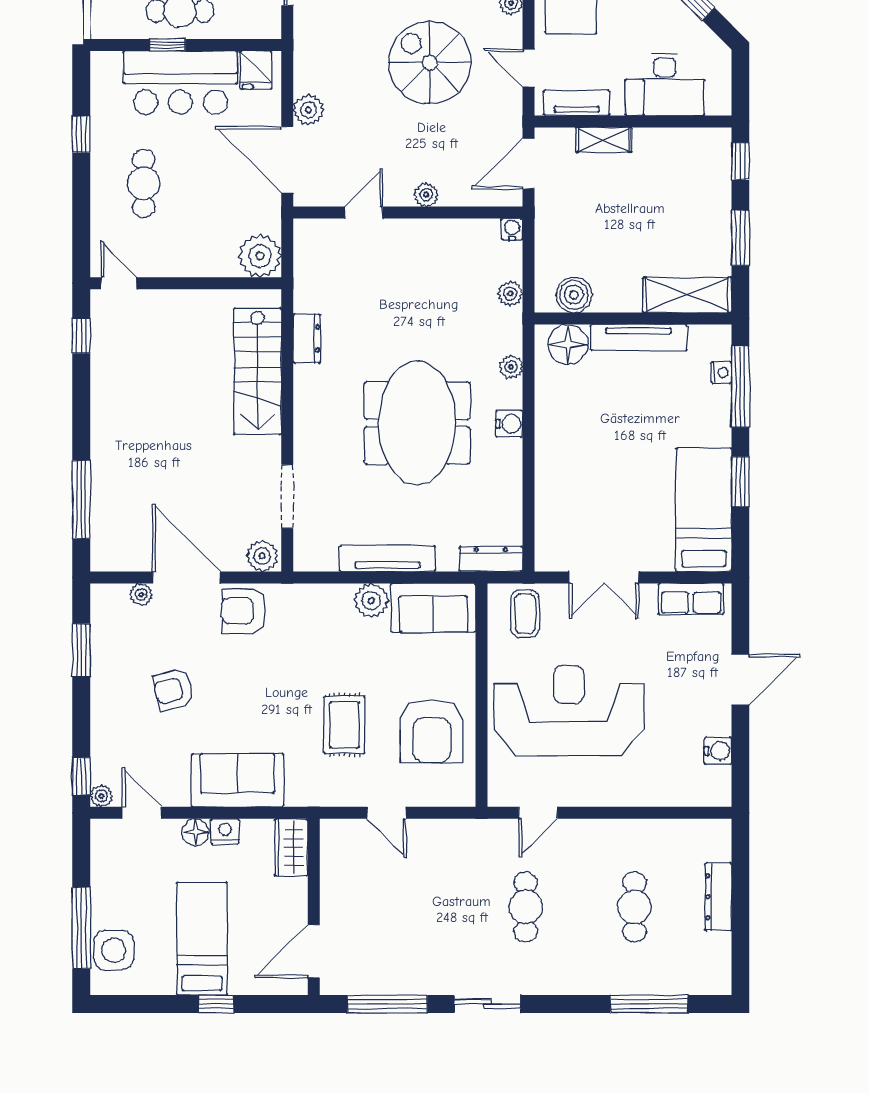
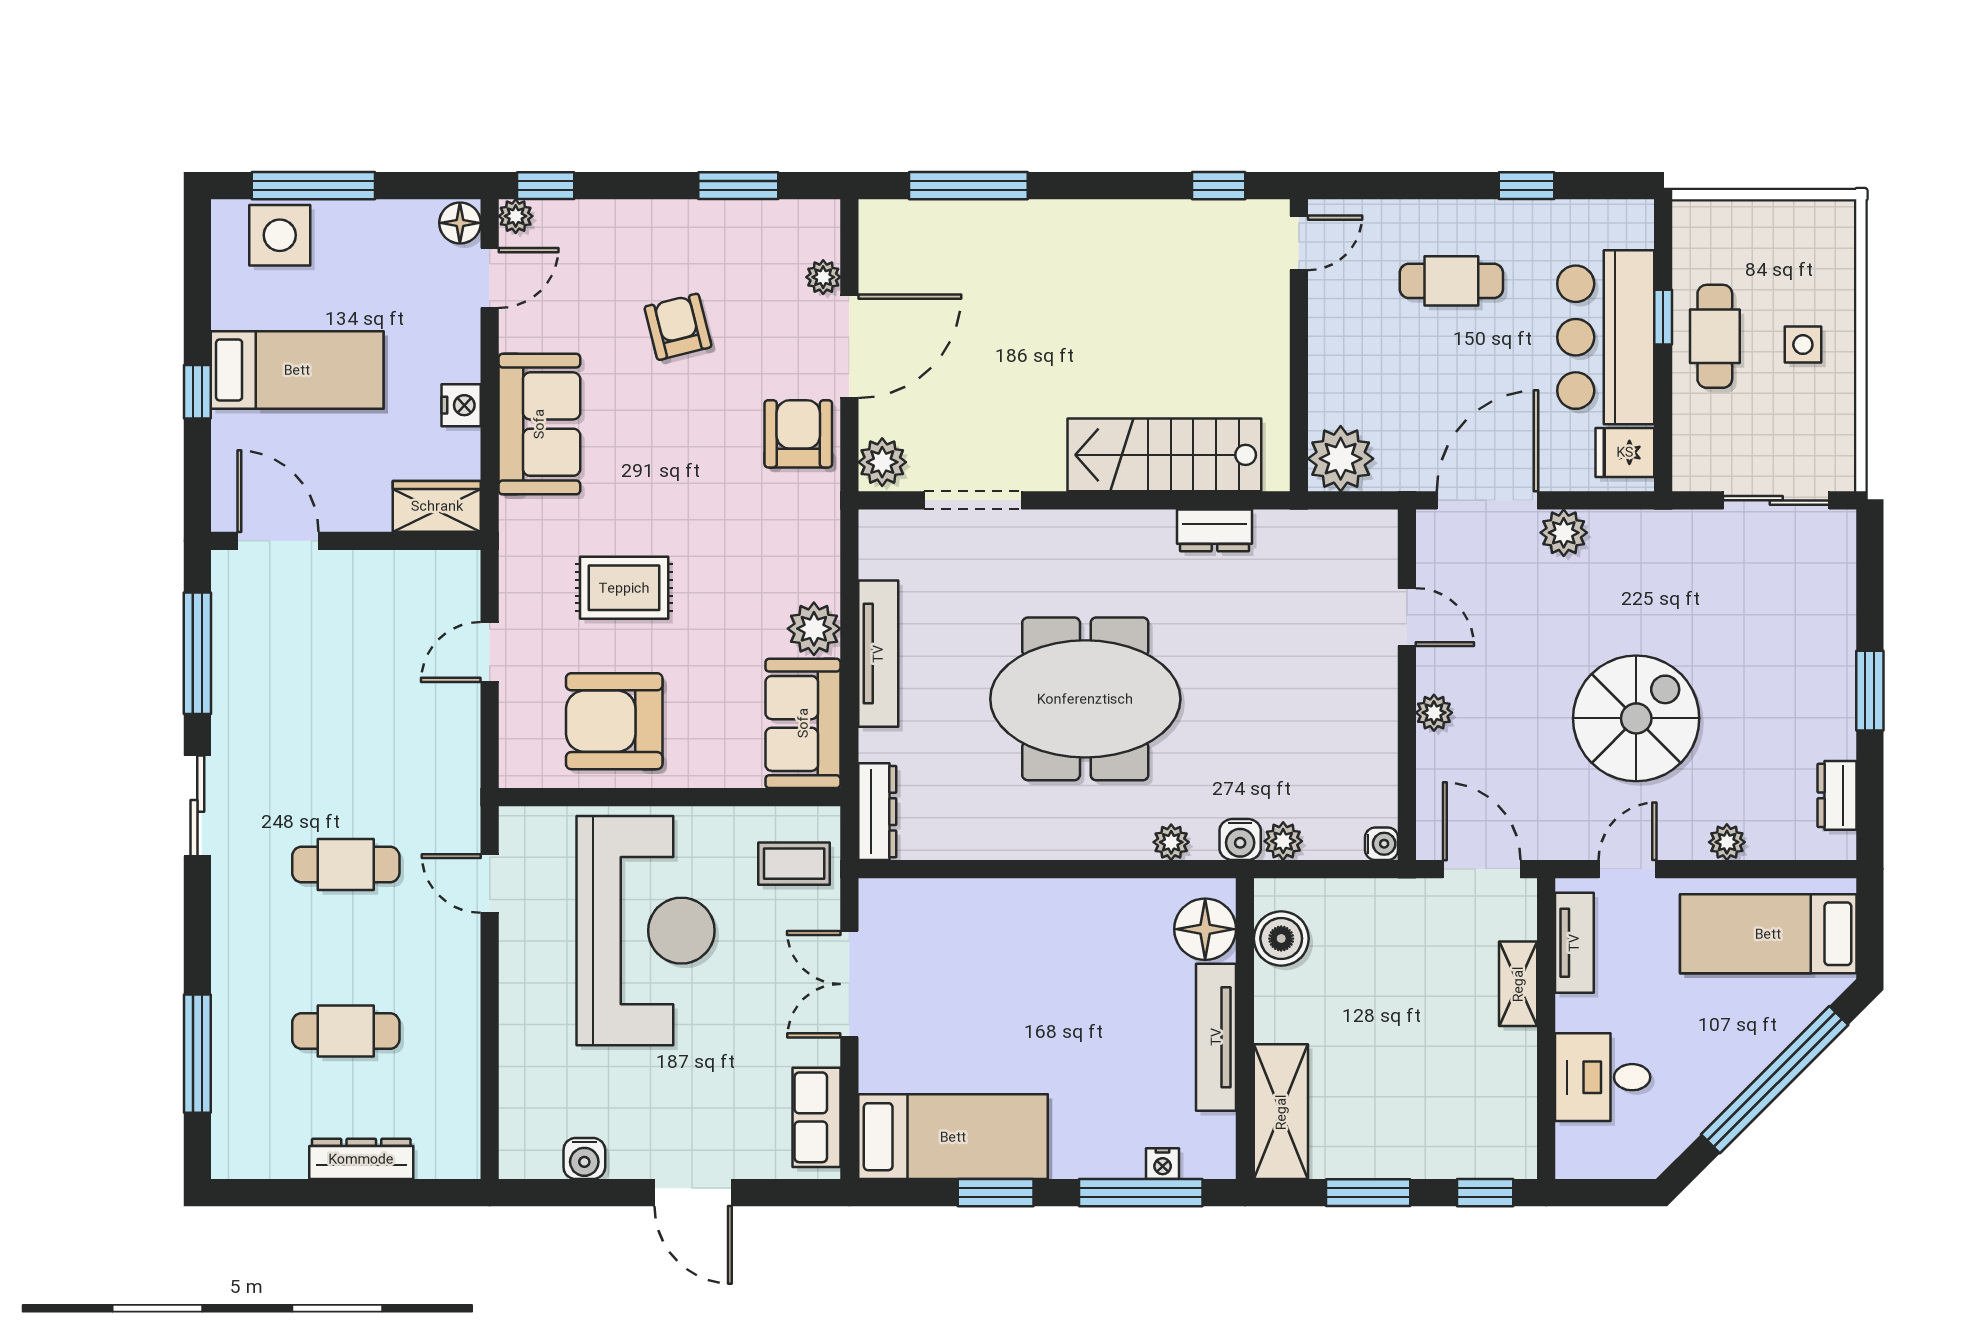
desk: (665, 84) -> (1603, 1077), width x0.73
water cooler: (509, 424) -> (1240, 839), moved
floor lamp: (195, 832) -> (460, 223), moved

